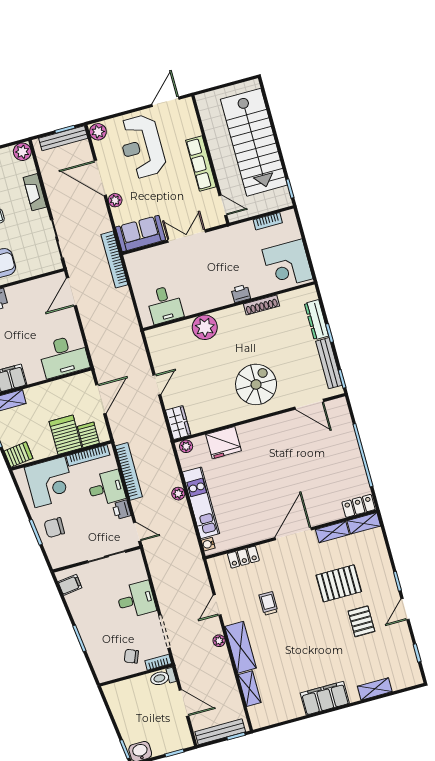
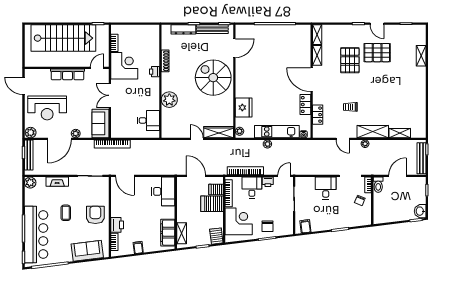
corner desk: (287, 264) -> (124, 66), moved, turned -90
spiral stairs: (256, 384) -> (213, 78), width x1.37, depth x1.37
wardrobe: (178, 423) -> (219, 132), width x1.50
locker: (359, 506) -> (305, 105), moved
pallet: (361, 621) -> (377, 53), width x1.50, depth x1.42
filing cabinet: (325, 698) -> (418, 88), removed

